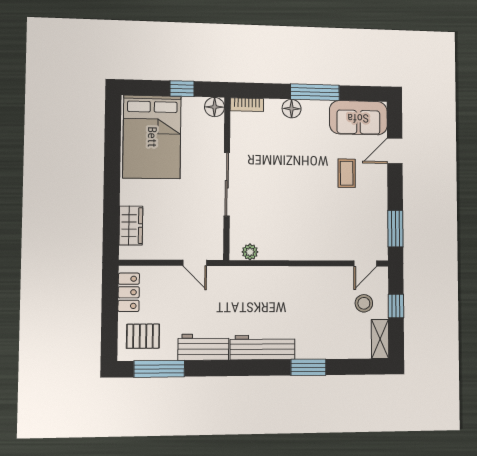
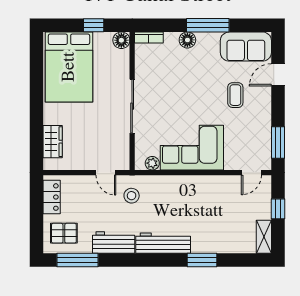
corner sofa: (297, 234) -> (192, 148), added
stool: (364, 303) -> (132, 196), moved

